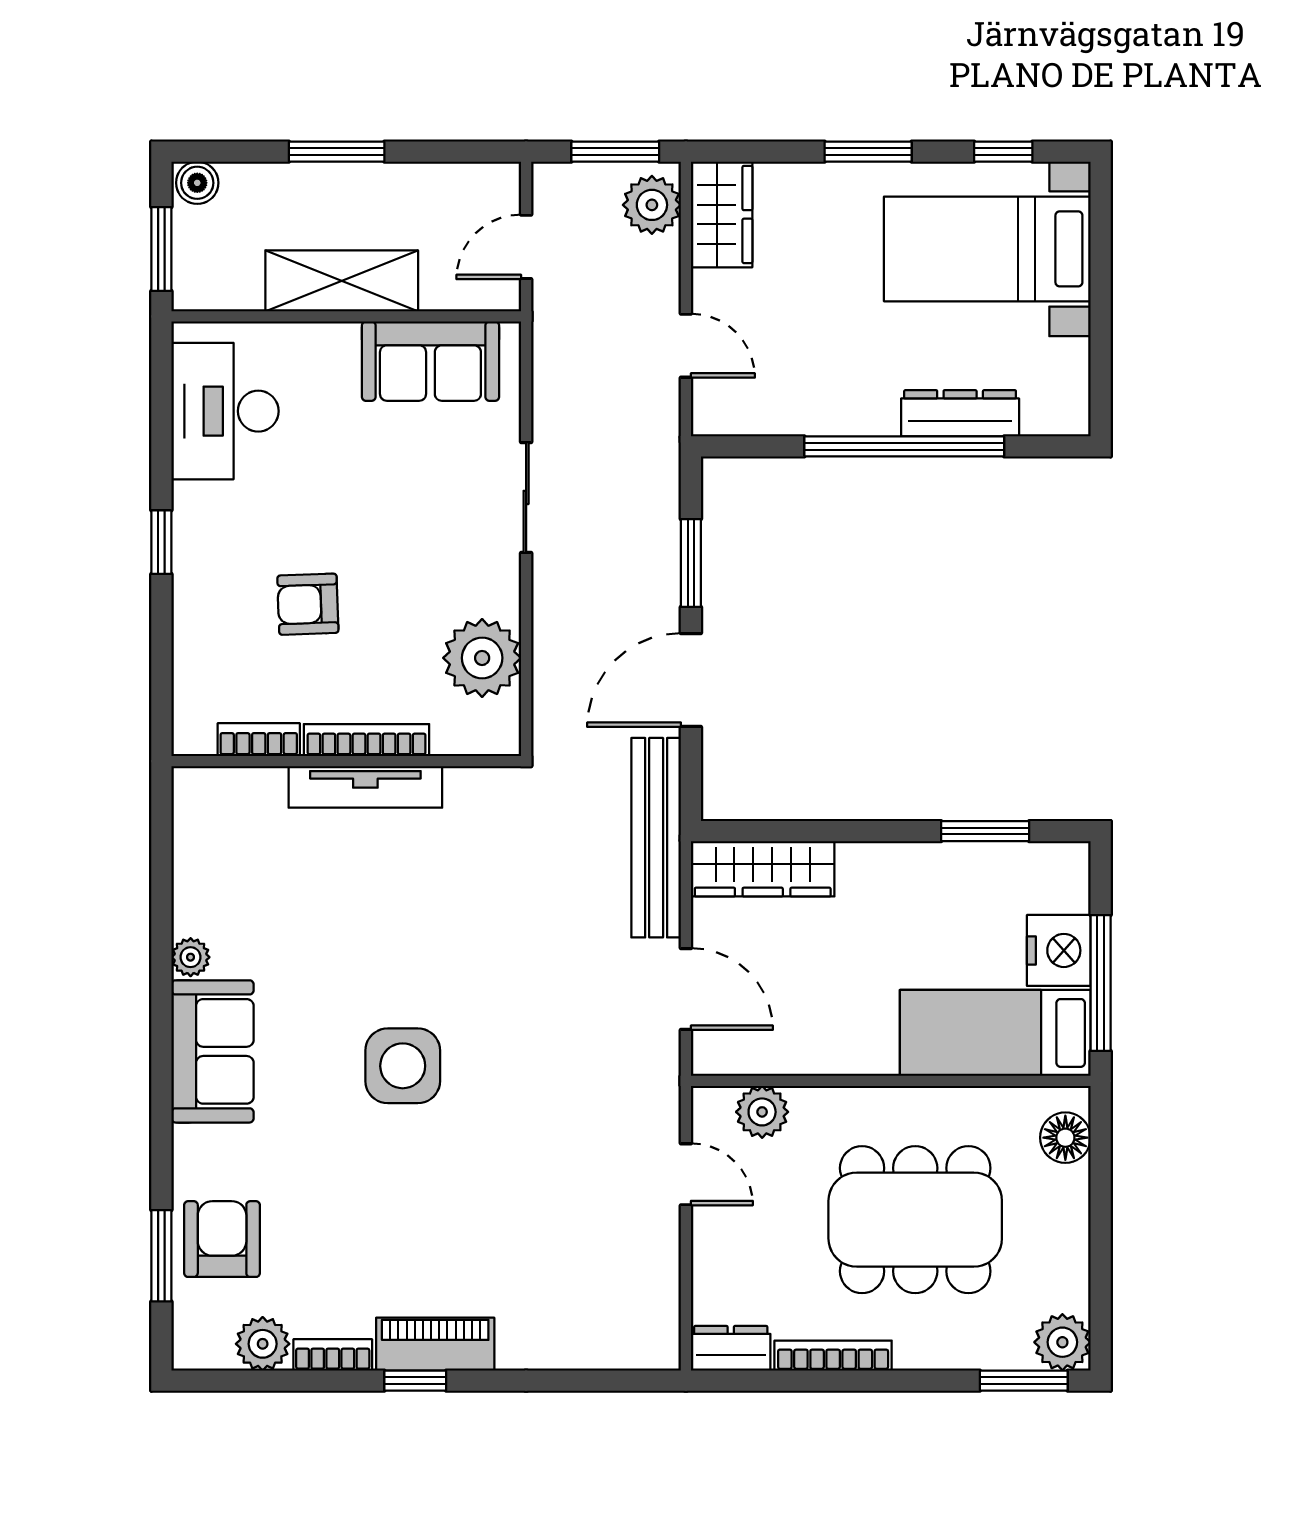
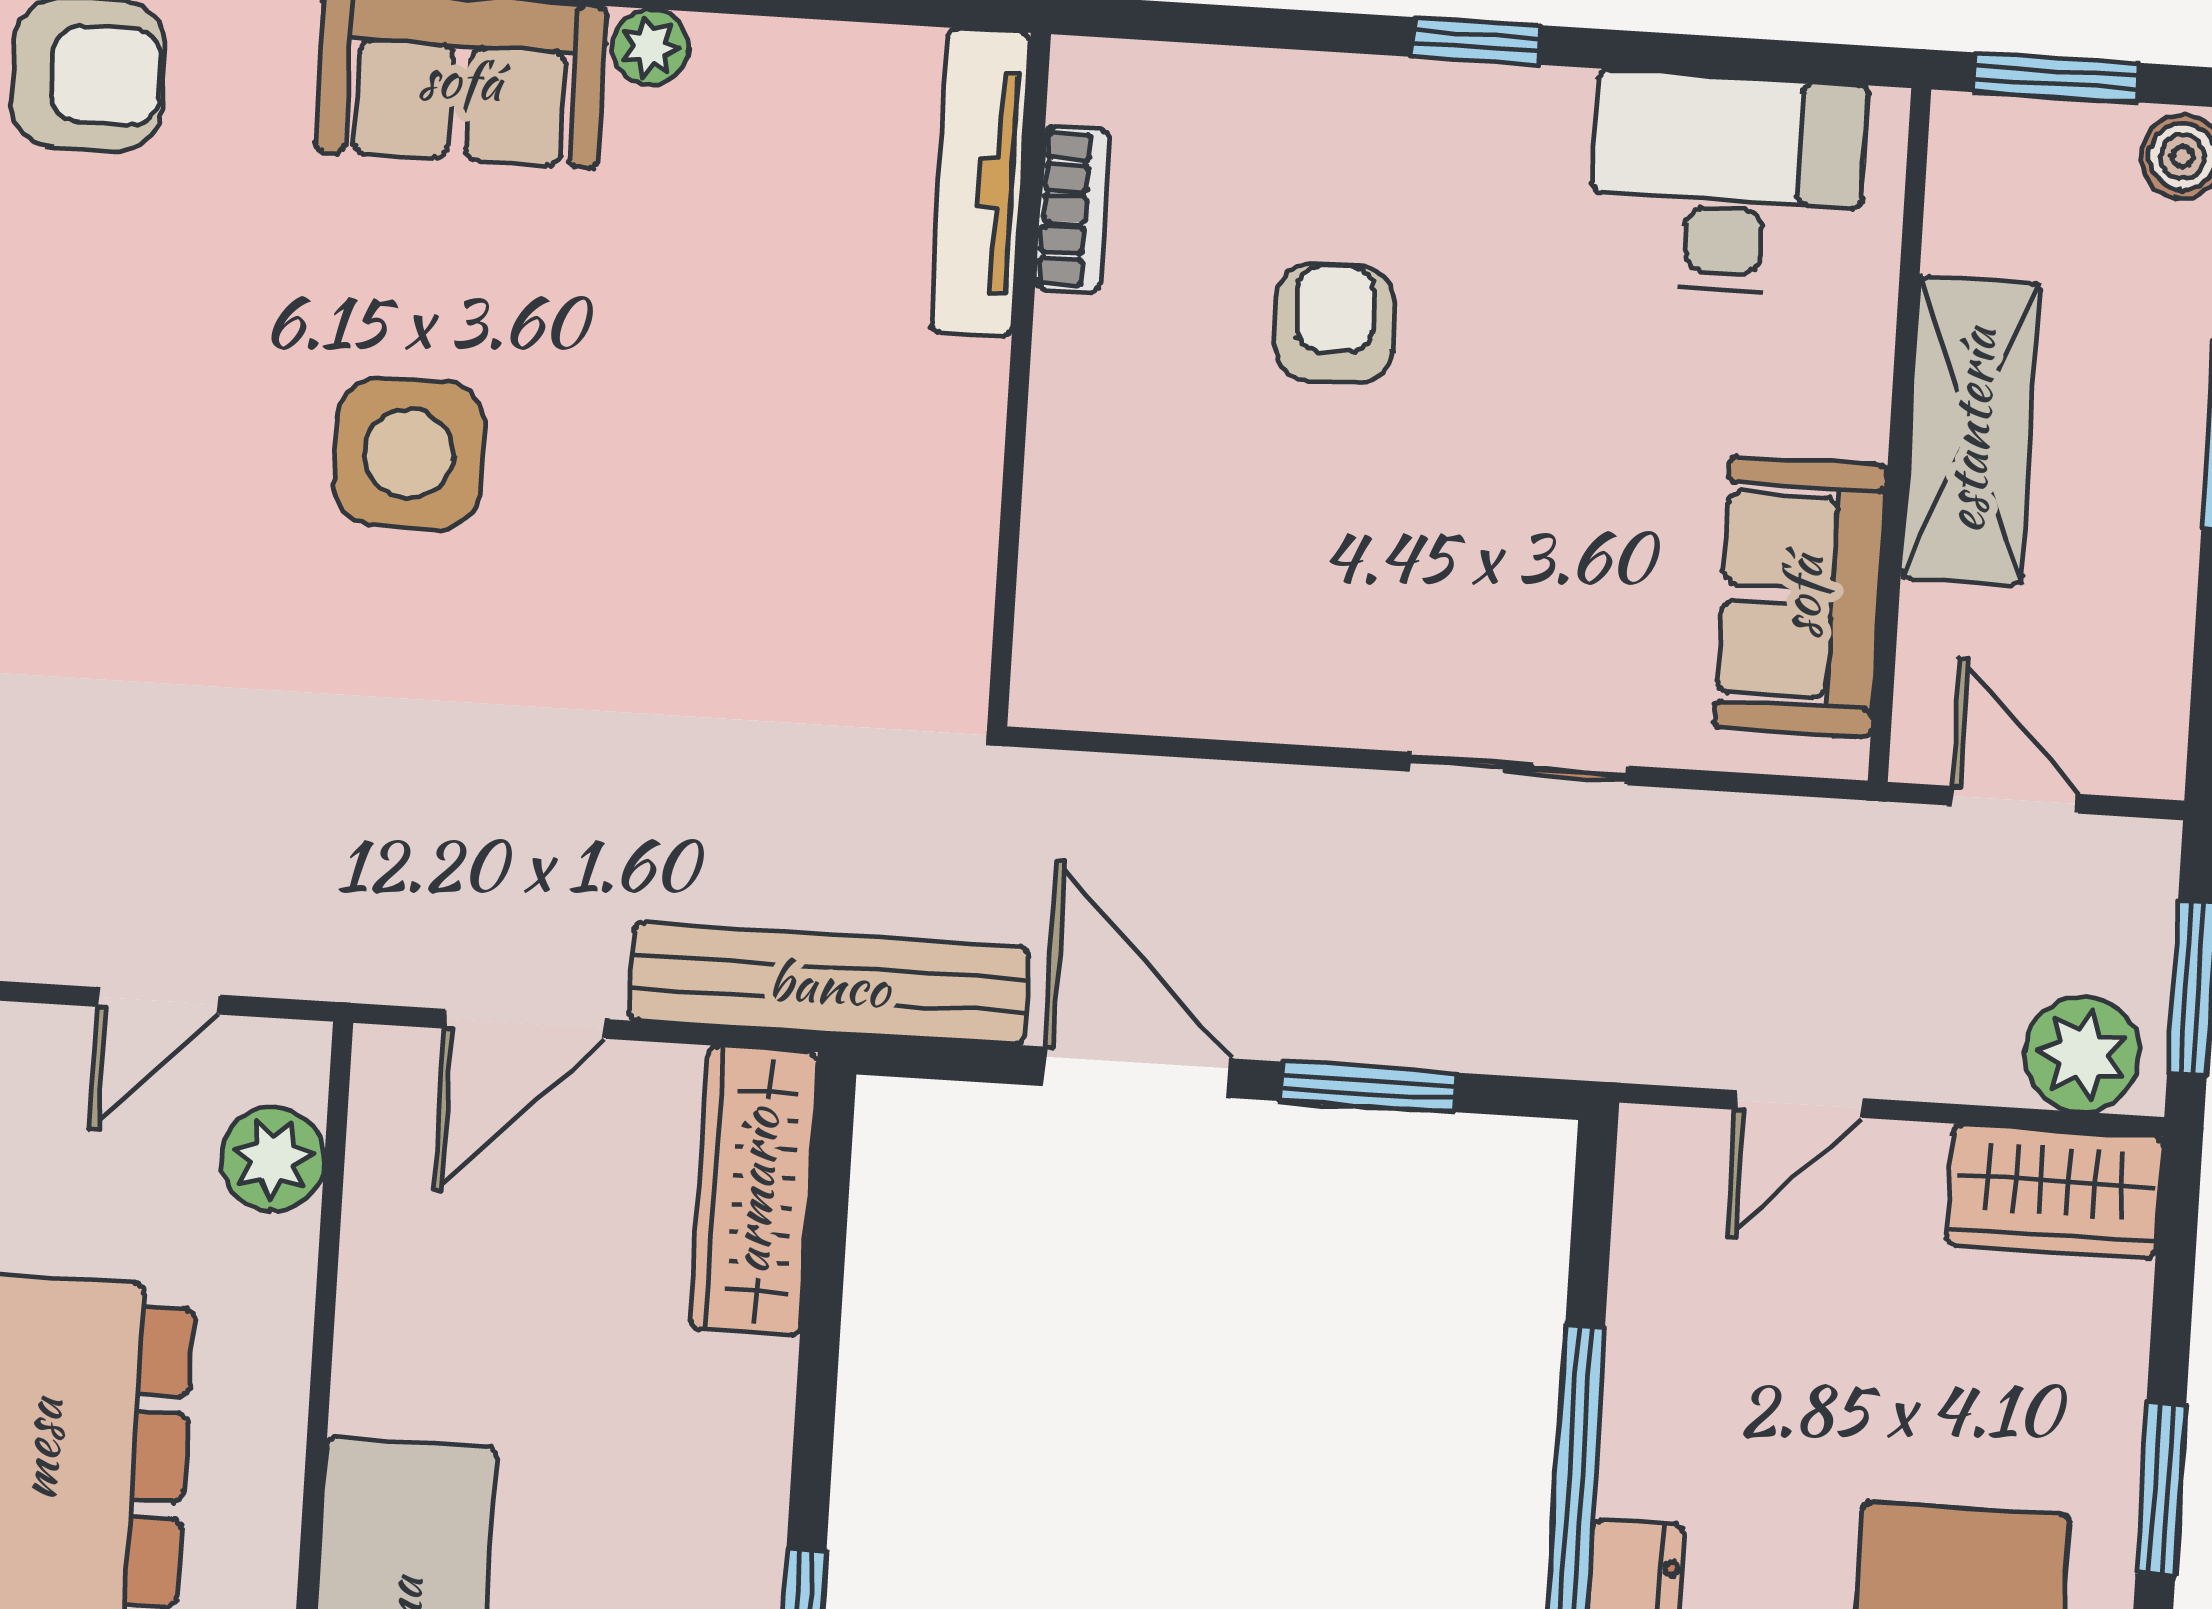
plant: (482, 658) -> (1206, 661), removed
bookcase: (367, 740) -> (1058, 422), removed
tv unit: (365, 787) -> (980, 182), moved

